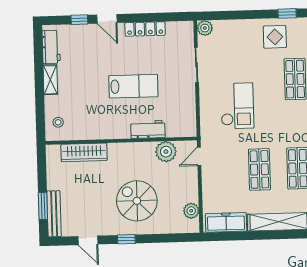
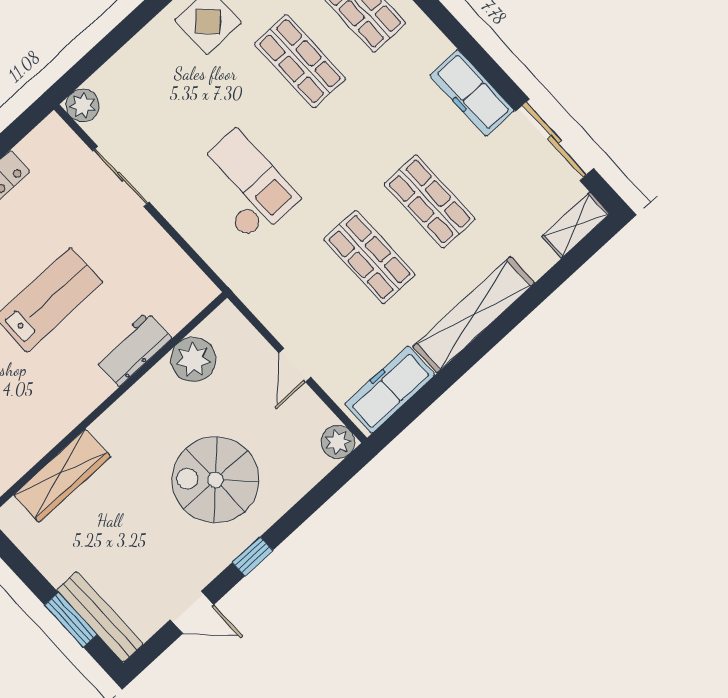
door: (199, 156) -> (295, 365), moved
plant: (191, 211) -> (338, 442), moved

